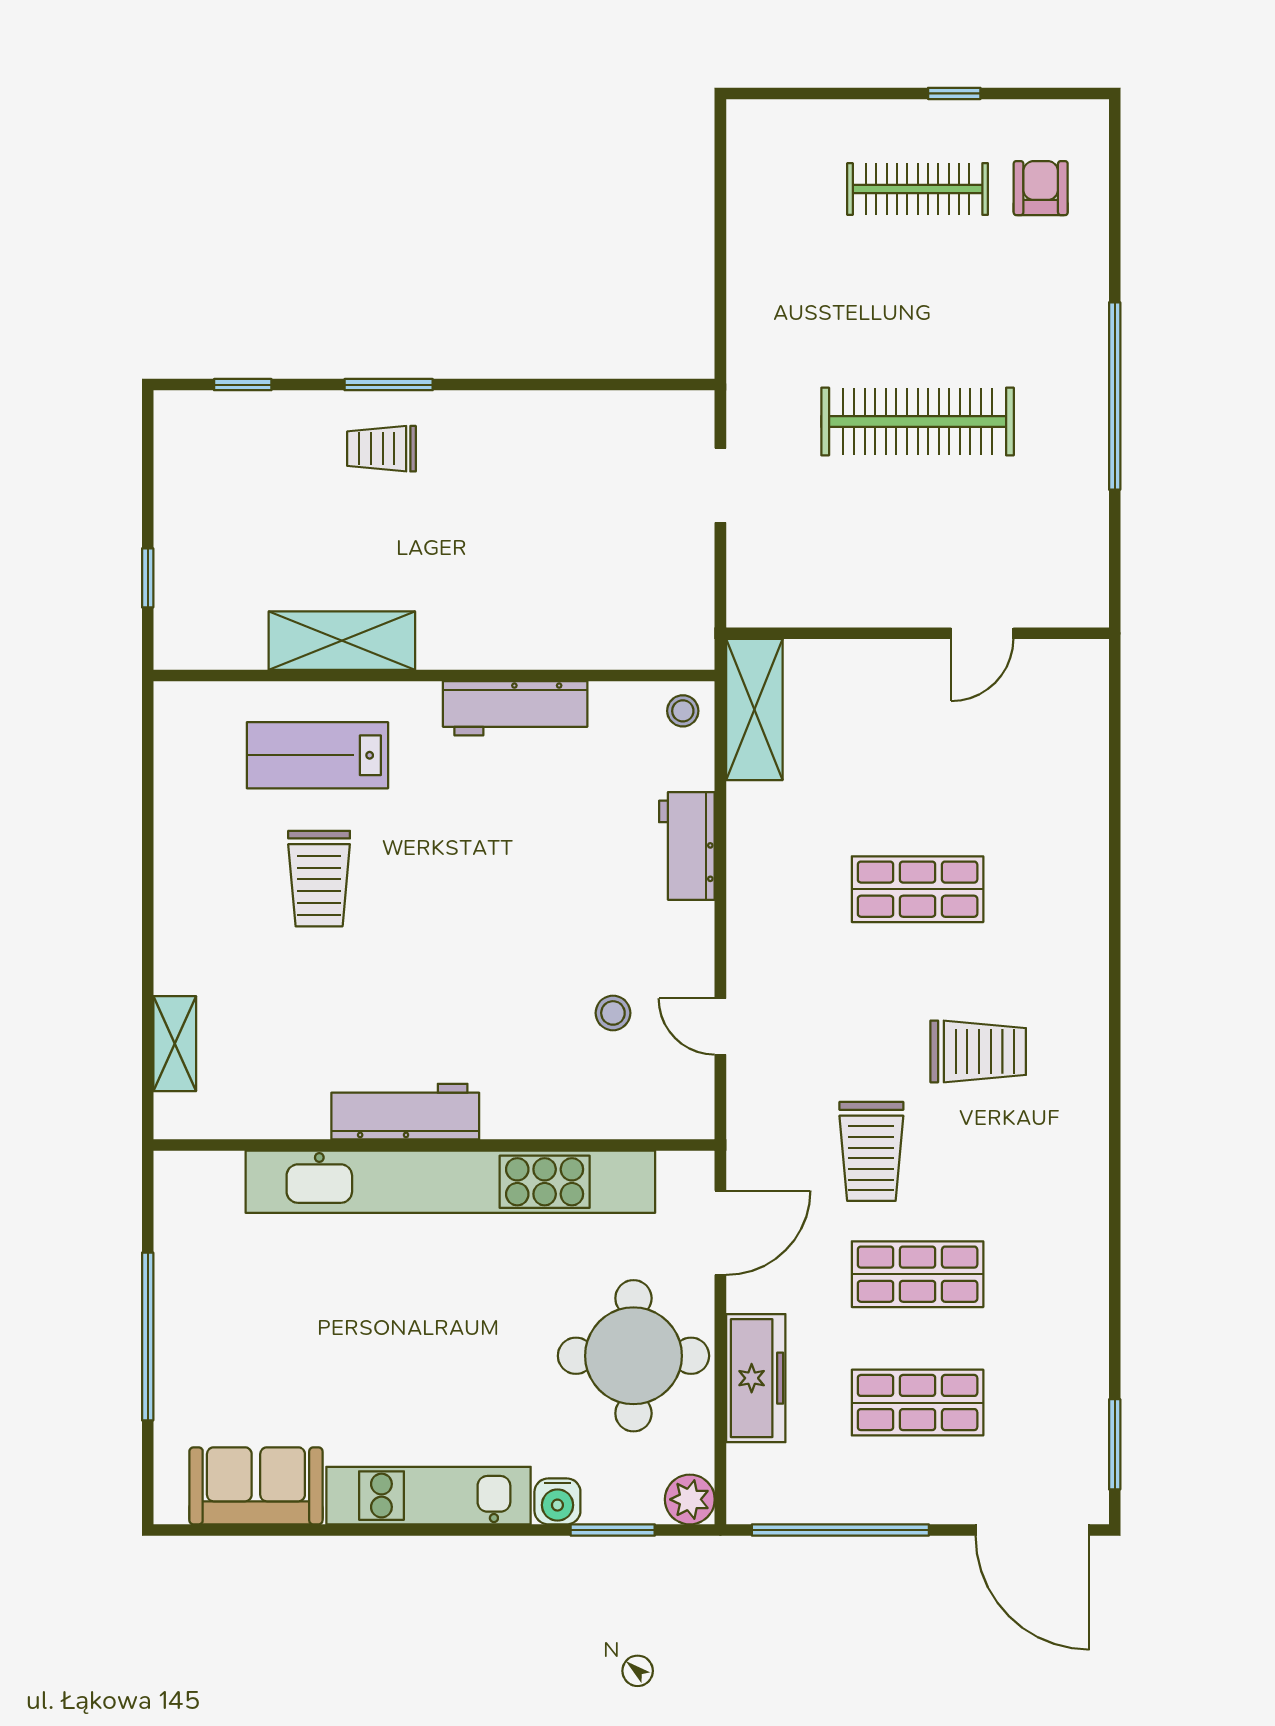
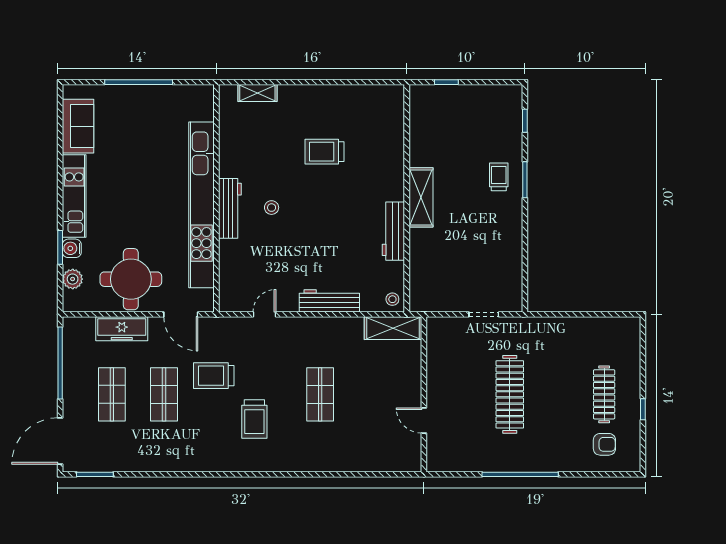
shelving: (342, 641) -> (421, 197), moved
lab bench: (317, 755) -> (374, 151), removed
workbench: (687, 846) -> (329, 301), width x1.38
stool: (613, 1013) -> (272, 208), moved
workbench: (405, 1112) -> (230, 208), moved
plant: (690, 1499) -> (73, 279), moved
window: (613, 1530) -> (60, 247), moved

